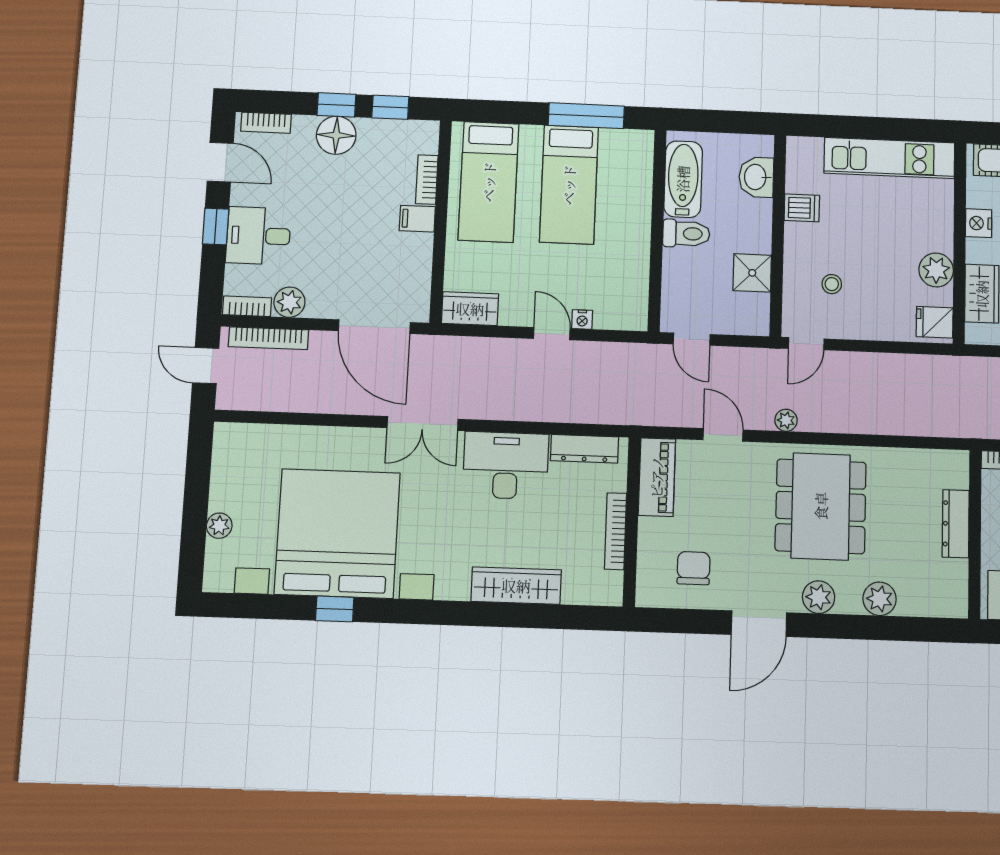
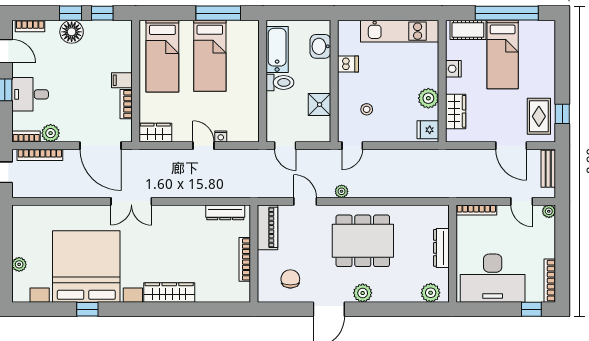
bookcase: (427, 180) -> (126, 104), moved
desk: (506, 465) -> (180, 224), removed
dining table: (821, 506) -> (363, 241), turned 90
wardrobe: (516, 586) -> (169, 293), moved
plant: (880, 599) -> (431, 293), moved

